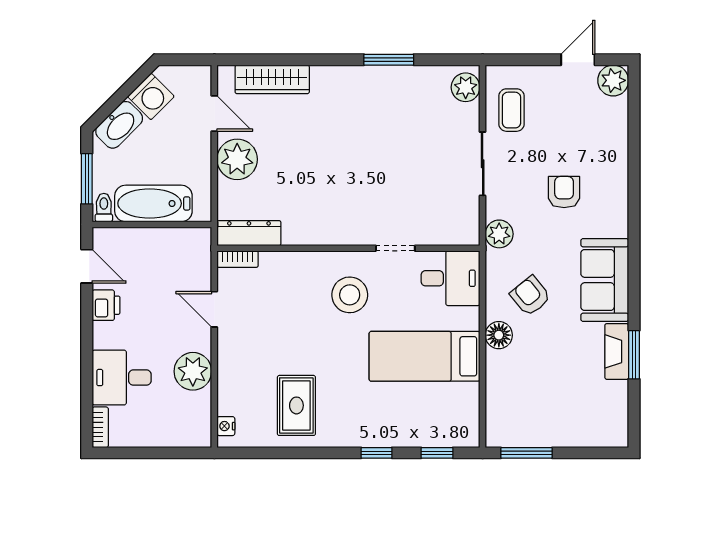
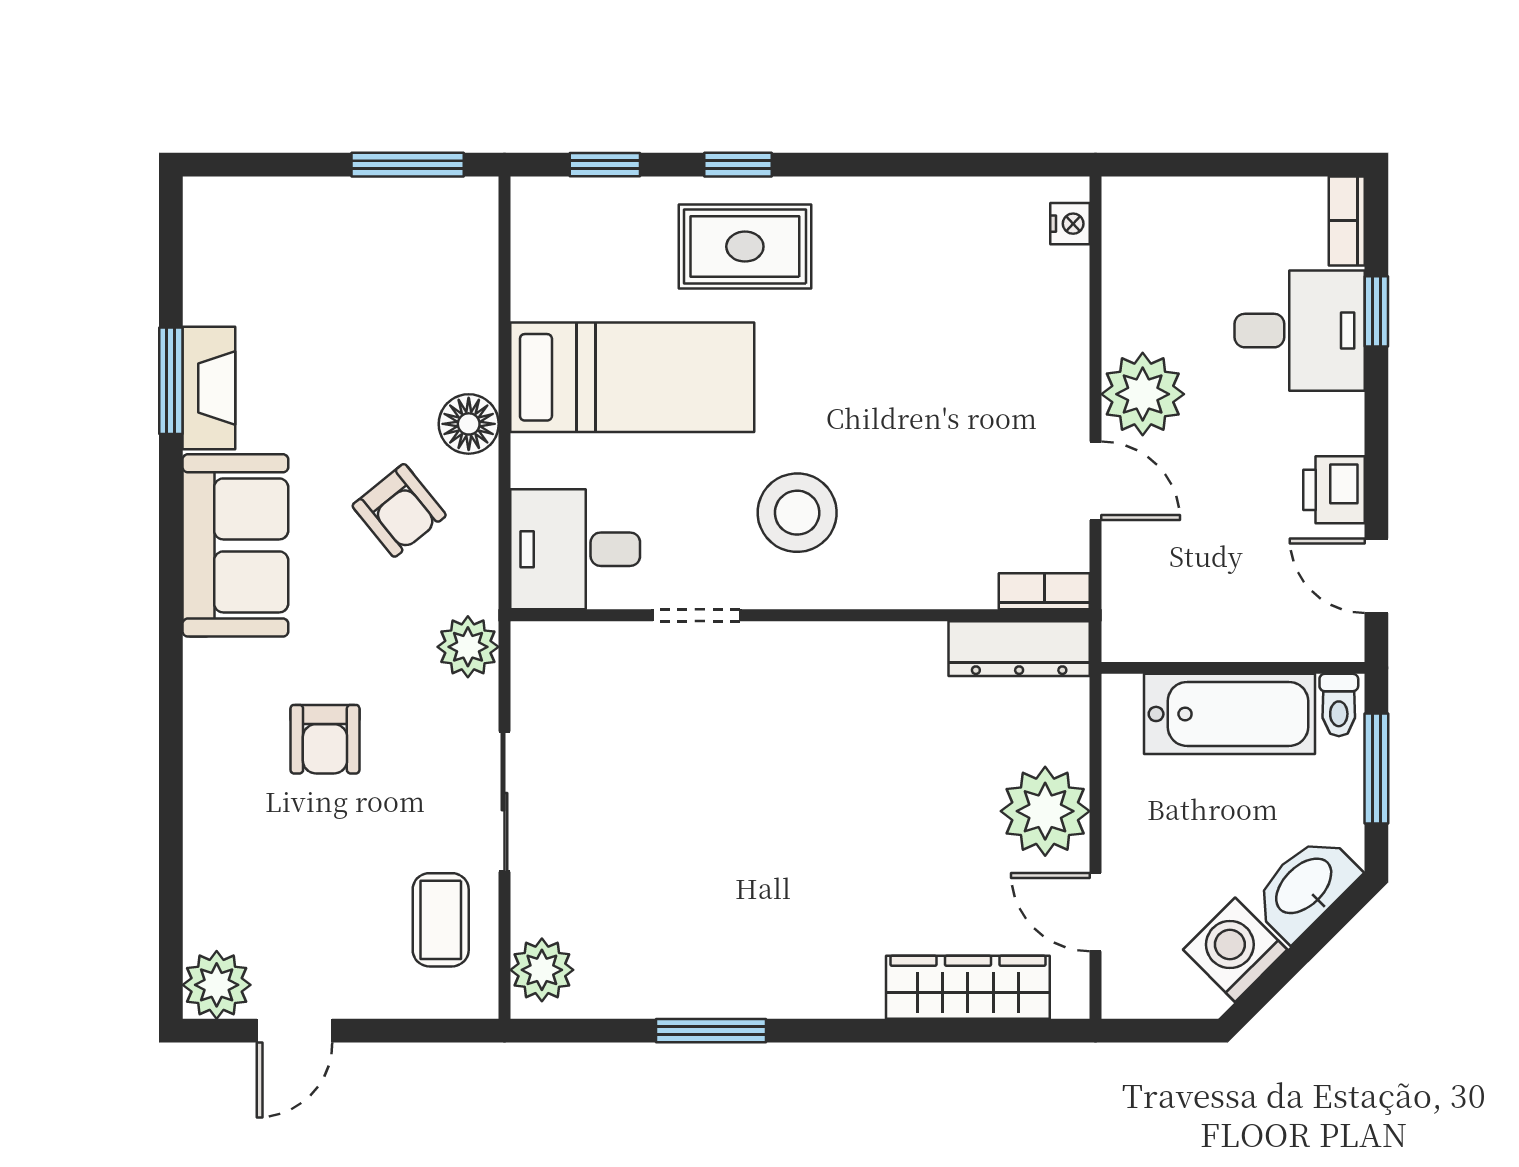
plant: (193, 371) -> (1143, 394), moved
window: (87, 386) -> (1376, 311), added
rug: (296, 405) -> (745, 247), moved, turned 90

